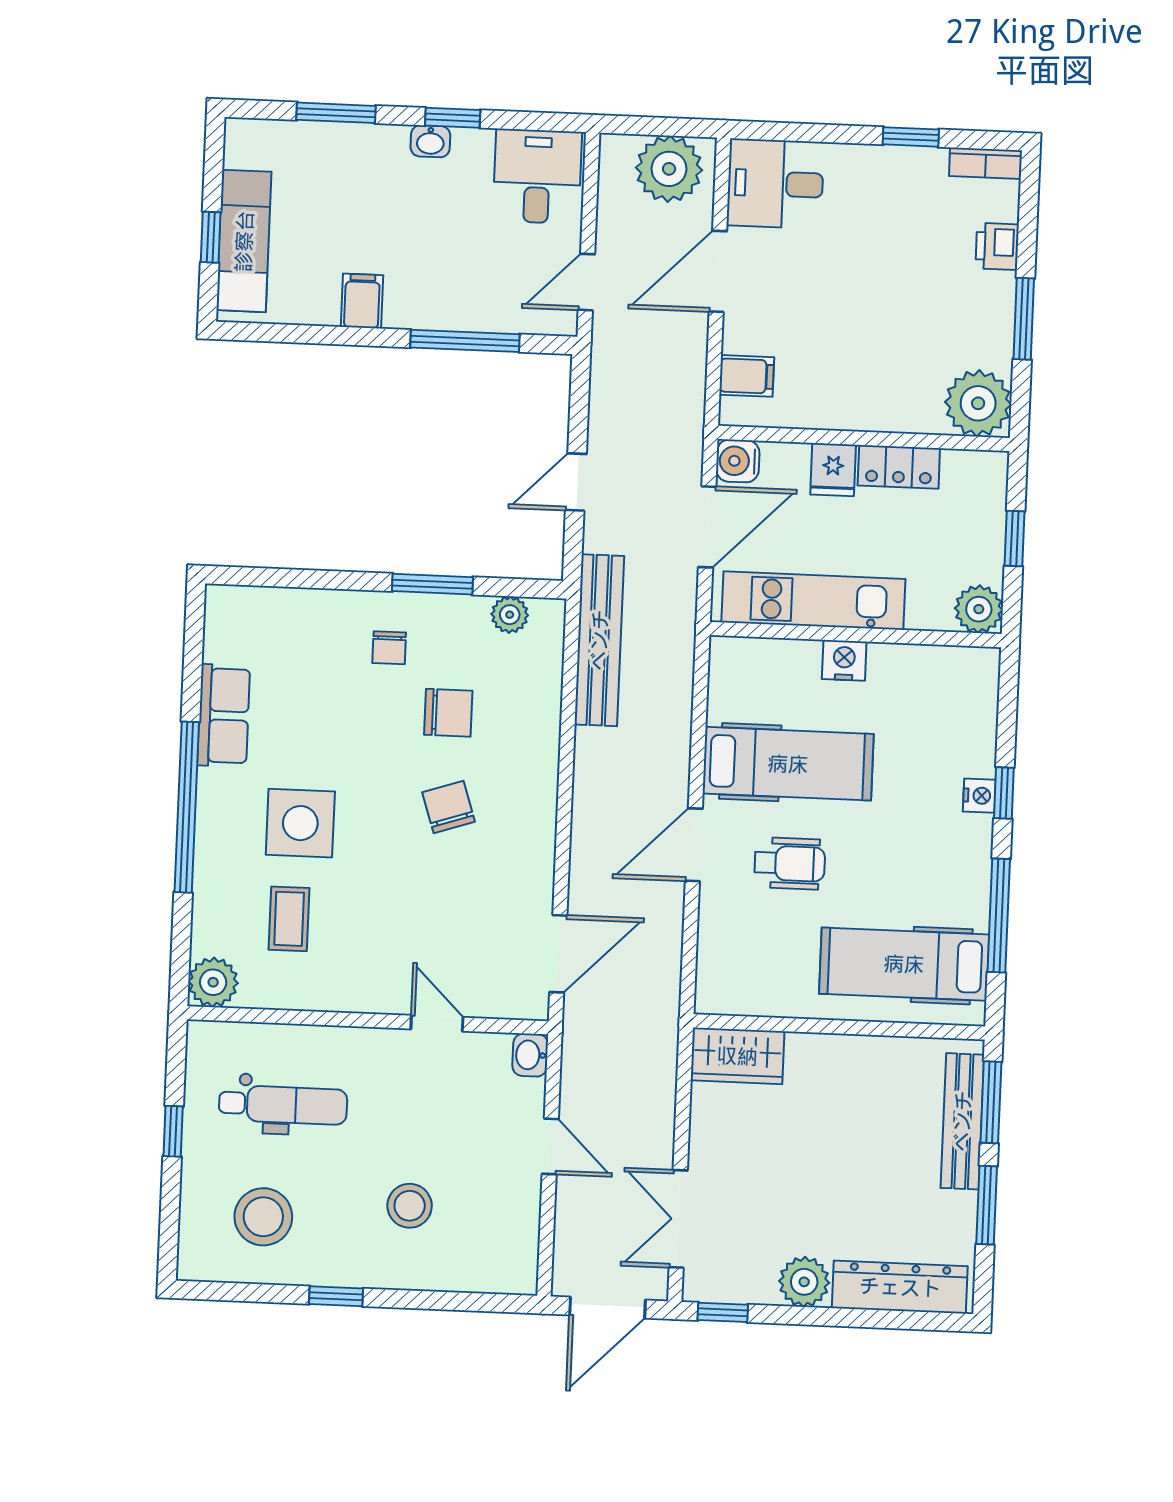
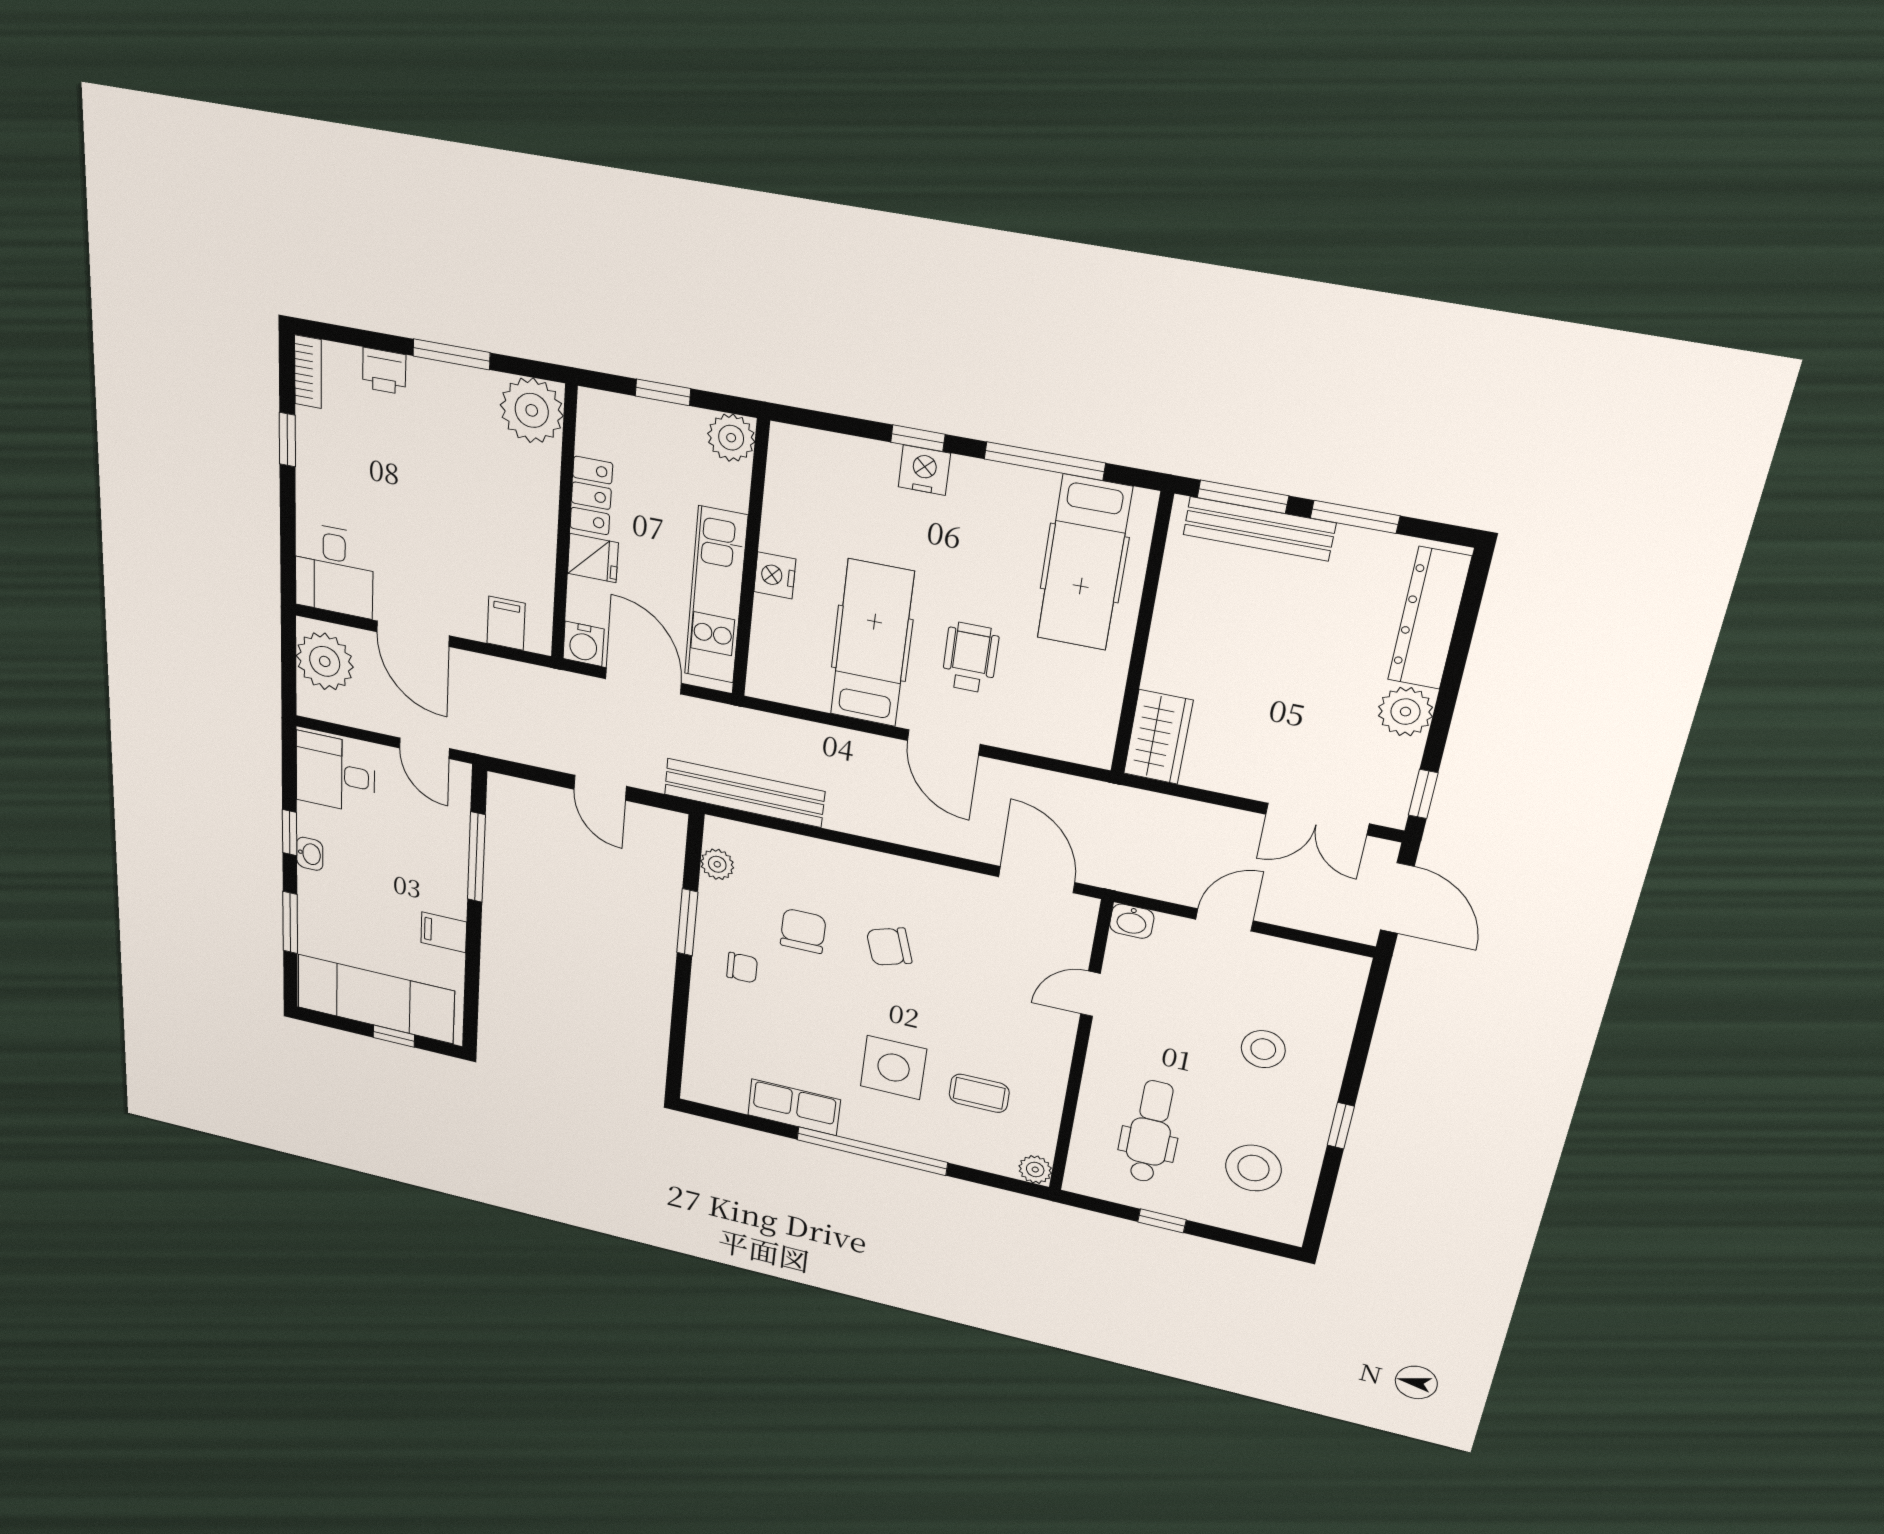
exam couch: (244, 241) -> (376, 999), width x1.36, depth x1.45
nightstand: (979, 796) -> (924, 470), width x1.39, depth x1.35
plant: (213, 982) -> (1035, 1170), width x0.73, depth x0.73

